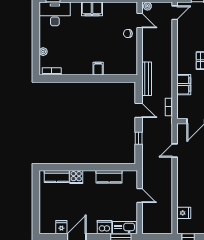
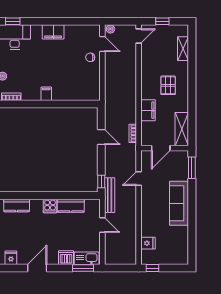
filing cabinet: (98, 69) -> (46, 94), moved
bench: (147, 79) -> (110, 195), moved
window: (139, 138) -> (101, 181), moved
cooker: (76, 177) -> (50, 206), moved
fridge: (61, 227) -> (11, 258), moved

